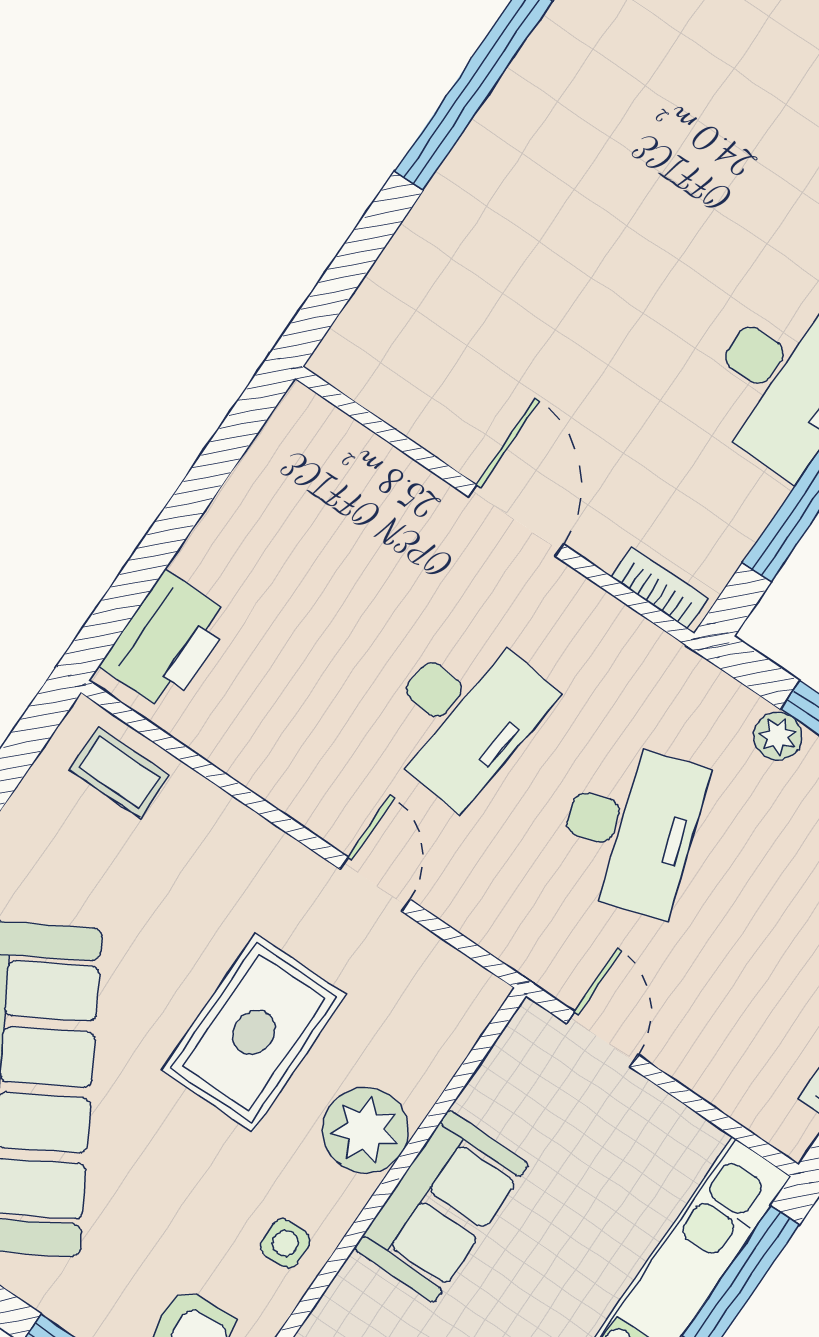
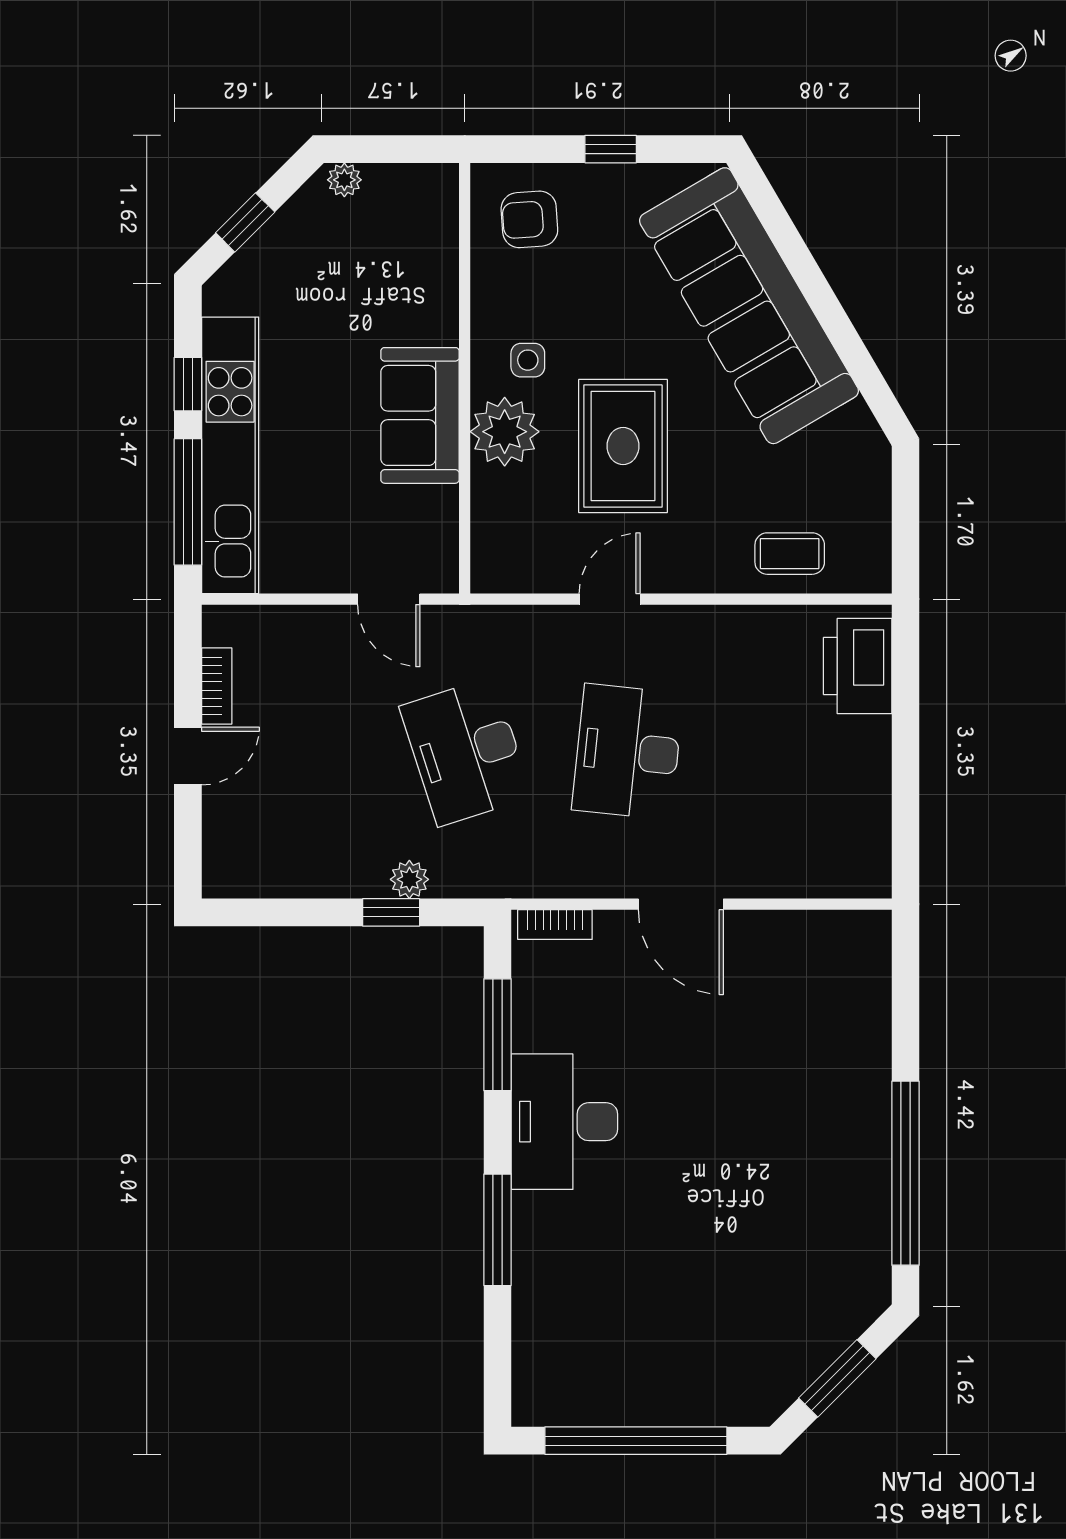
coffee table: (119, 772) -> (790, 554), moved
door: (375, 884) -> (610, 599), swing flipped
side table: (285, 1243) -> (528, 360), moved

